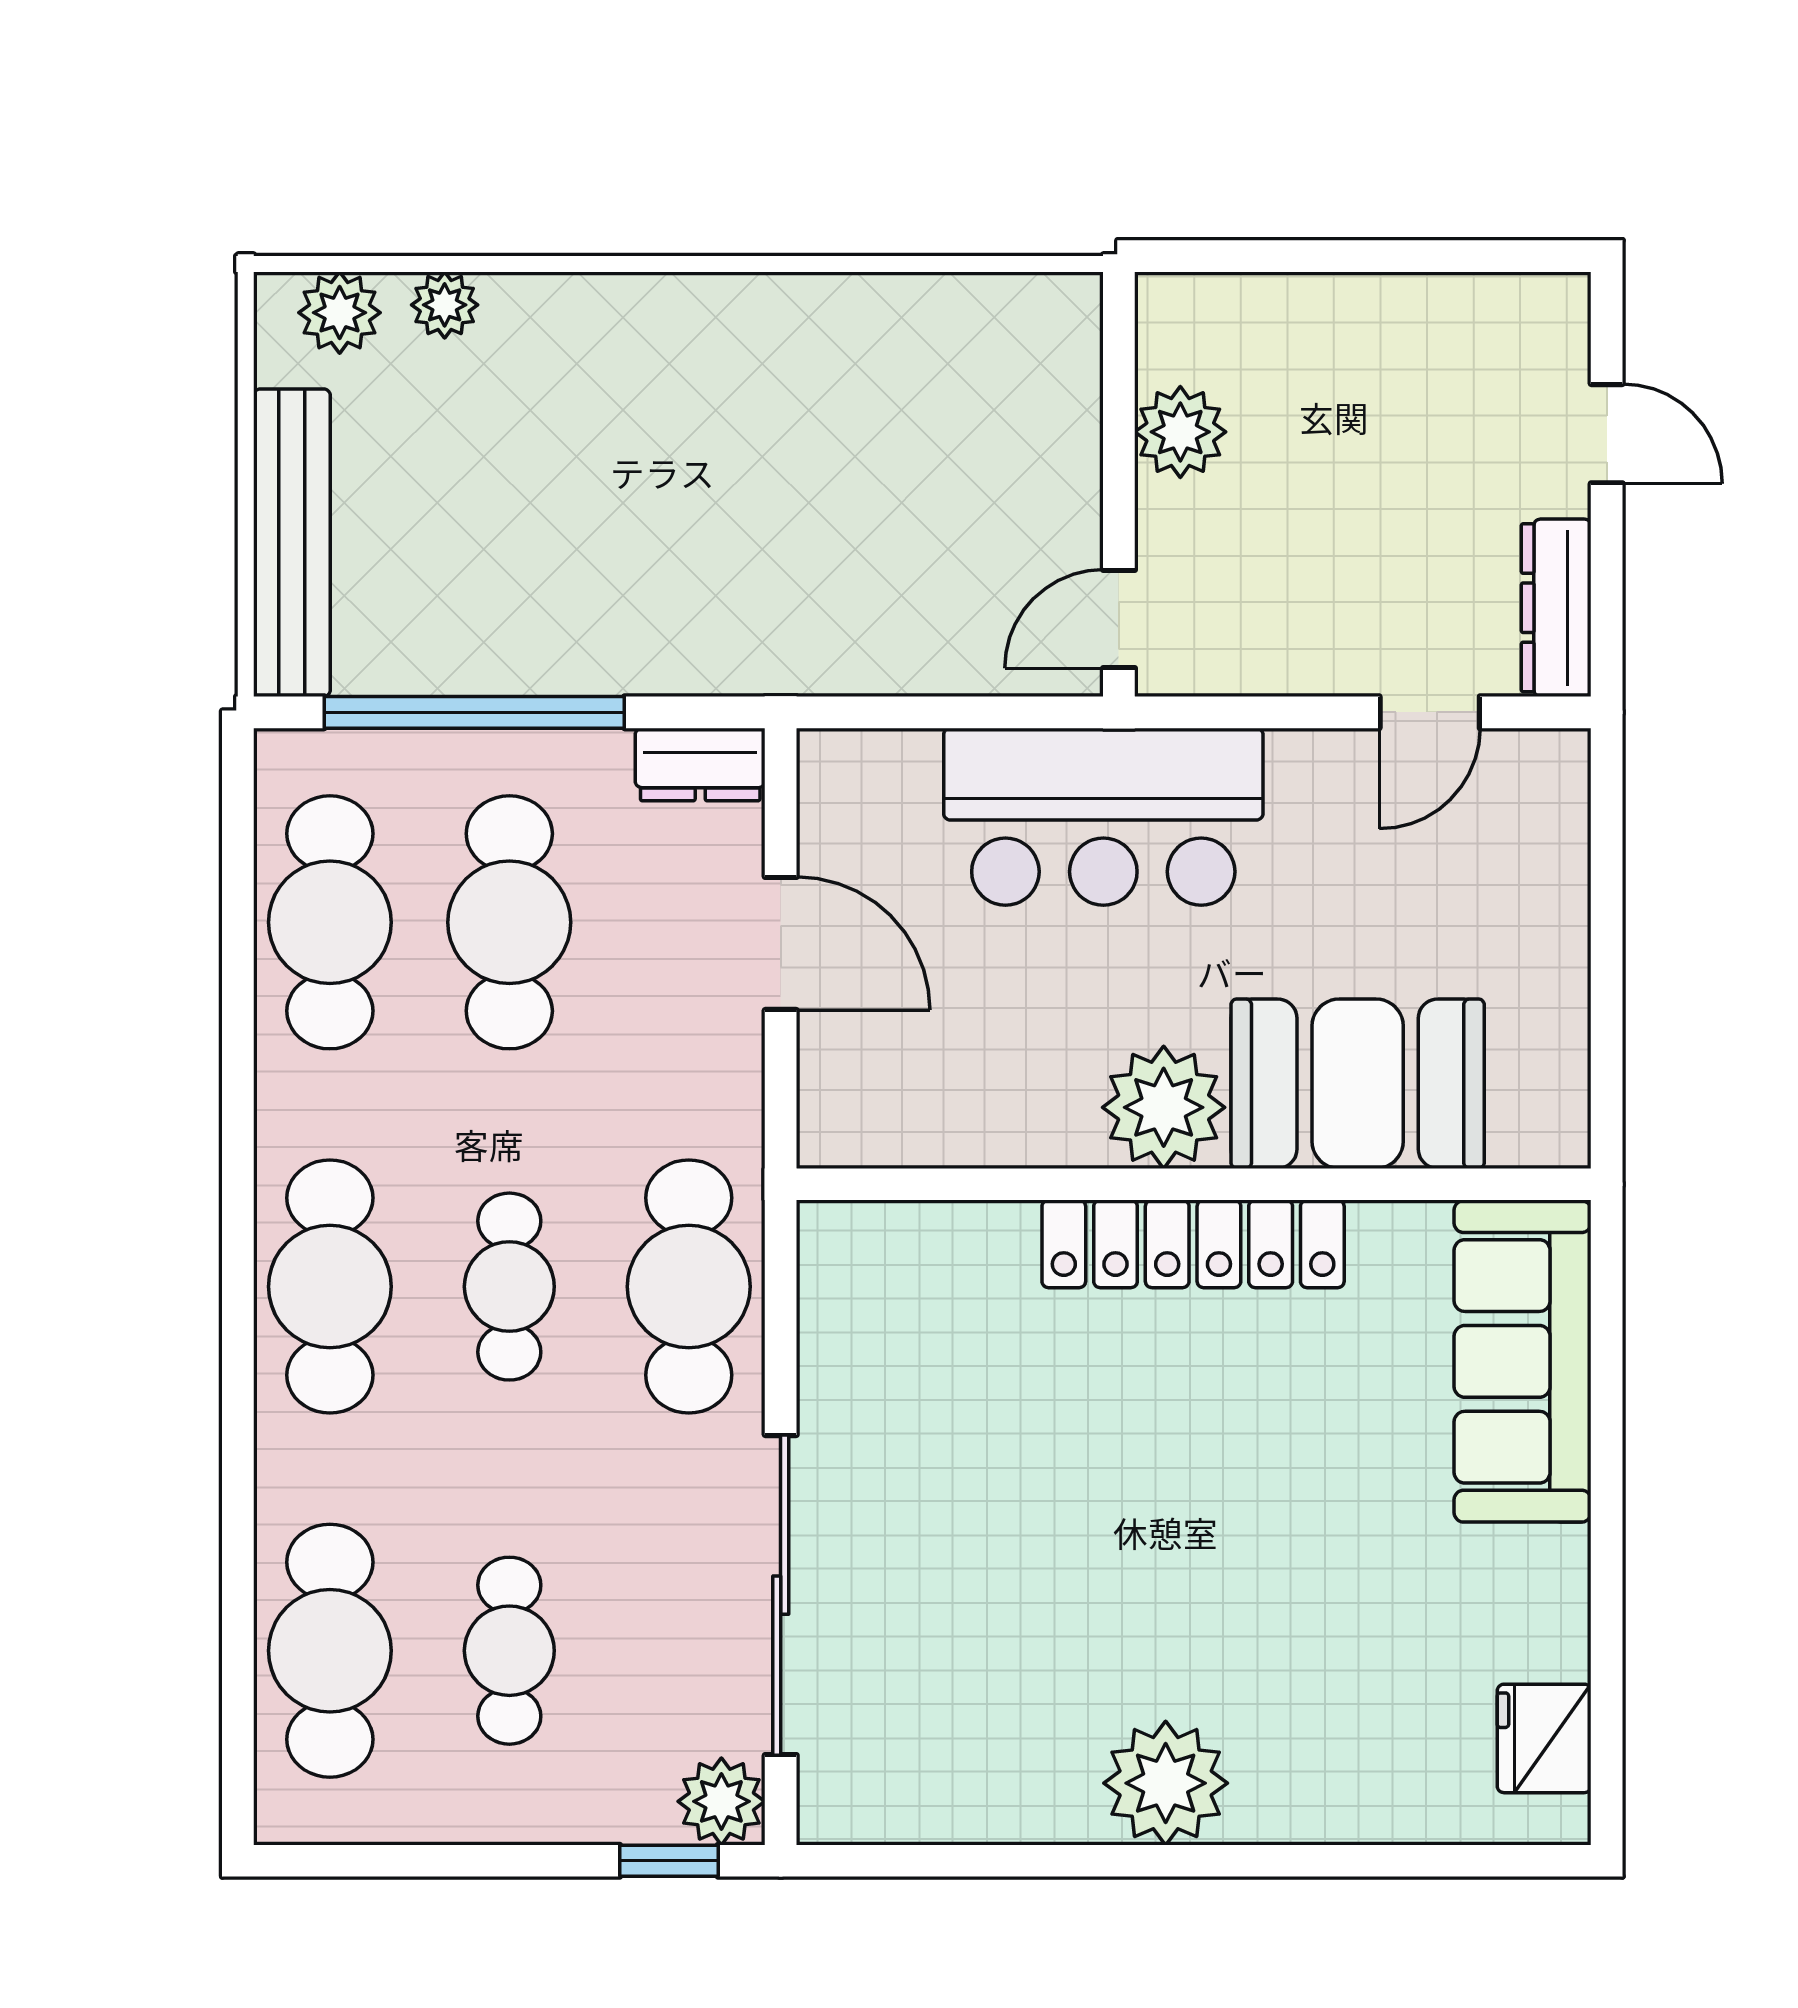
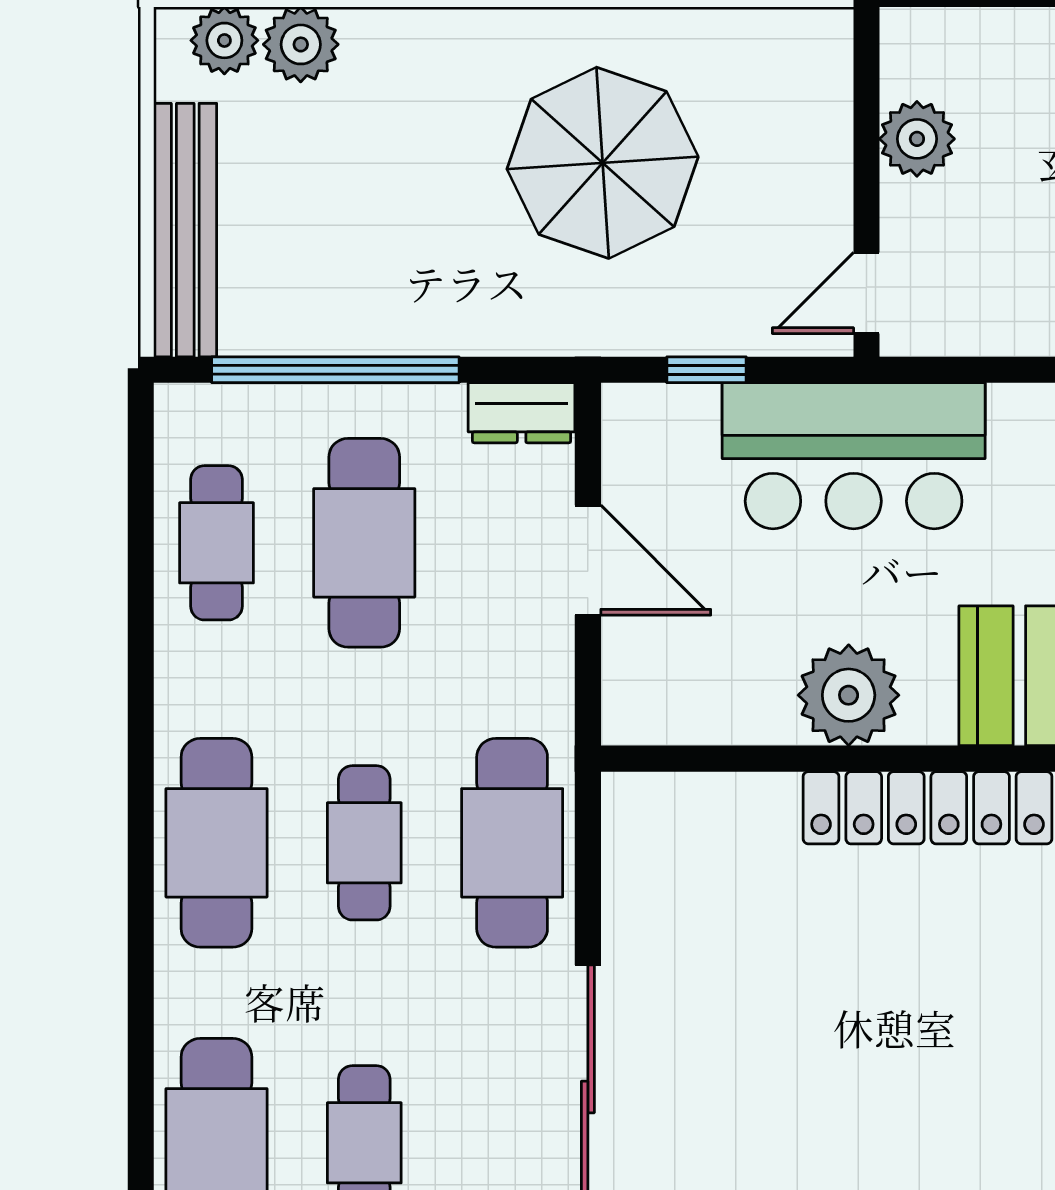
plant: (445, 305) -> (301, 44), width x1.38, depth x1.38
parasol: (799, 461) -> (603, 163), added
window: (925, 712) -> (706, 370), added
cafe table: (330, 922) -> (216, 543), width x0.73, depth x0.74
plant: (1164, 1107) -> (849, 695), moved

